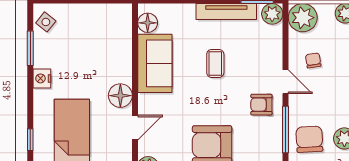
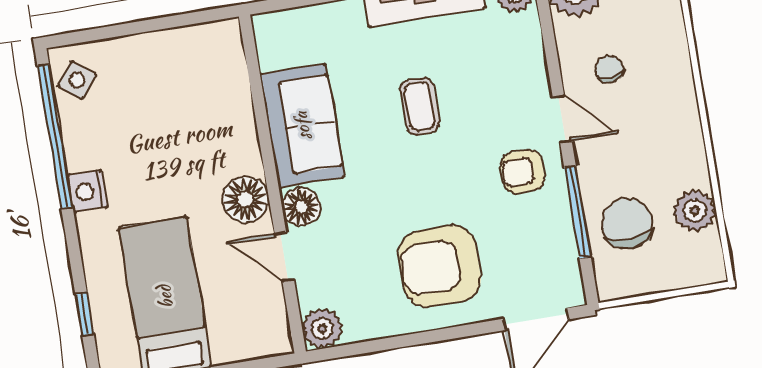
floor lamp: (148, 23) -> (301, 207), moved
window: (30, 48) -> (55, 136), width x2.11
door: (135, 128) -> (284, 257), swing flipped

